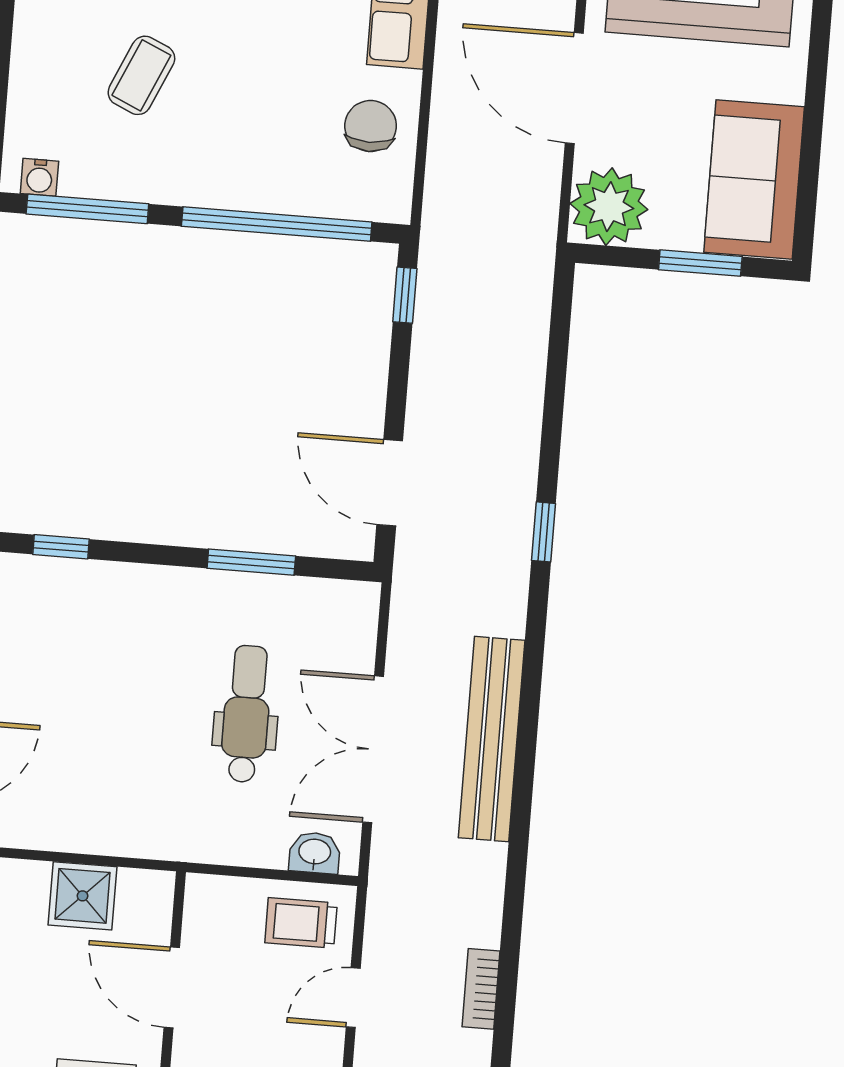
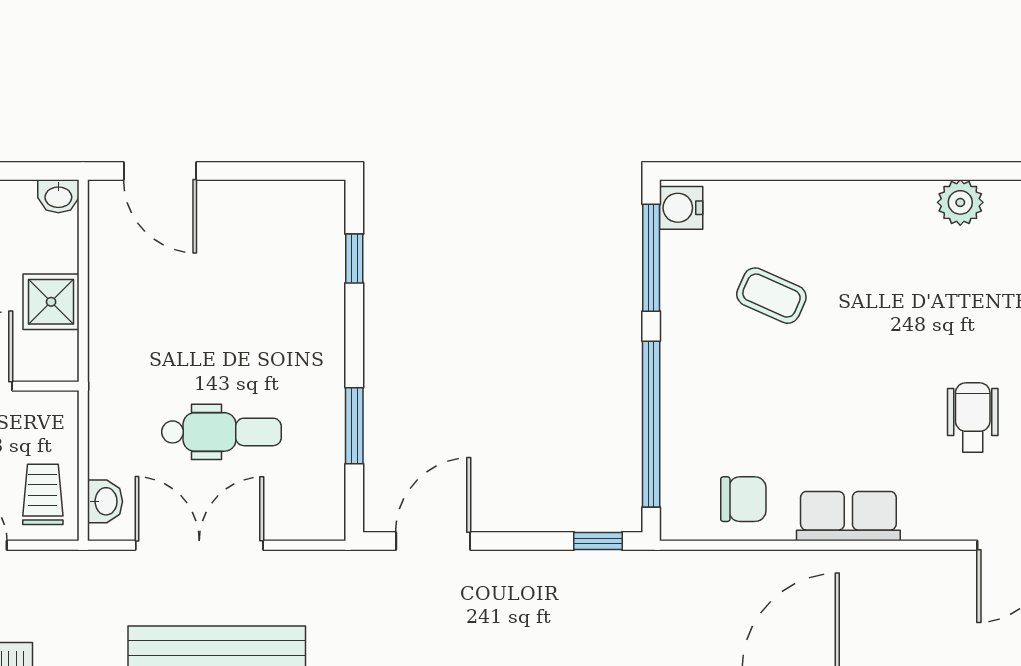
water cooler: (39, 177) -> (681, 208), width x1.38, depth x1.38

